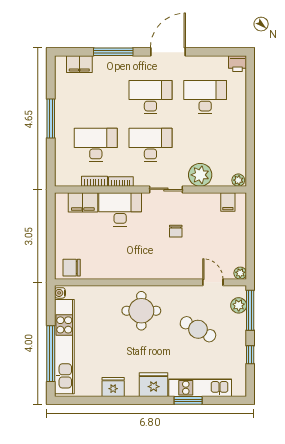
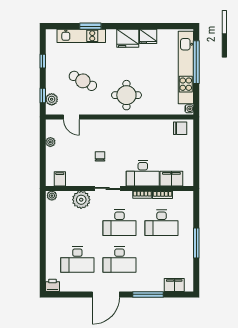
plant: (240, 273) -> (50, 142), moved
window: (250, 310) -> (43, 96), width x0.46
fridge: (154, 385) -> (128, 38), moved

